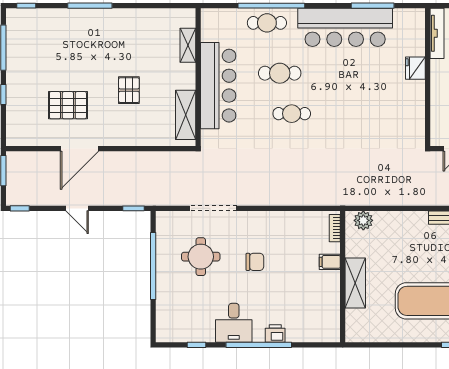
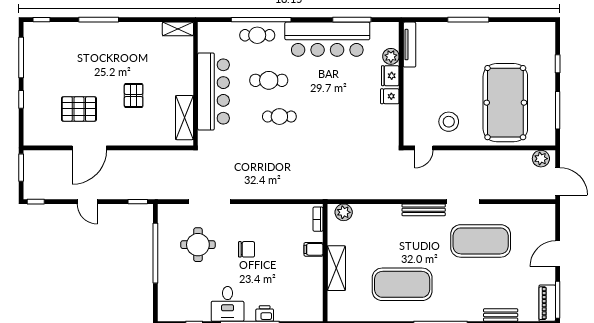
shelving: (188, 45) -> (178, 29), moved, turned 90
plant: (416, 46) -> (391, 56), added
fridge: (415, 91) -> (390, 96), added

